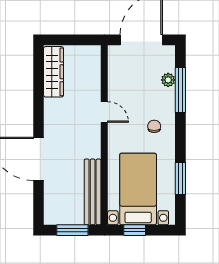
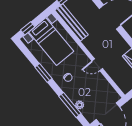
window: (180, 179) -> (43, 73), moved
window: (135, 230) -> (28, 28), moved

